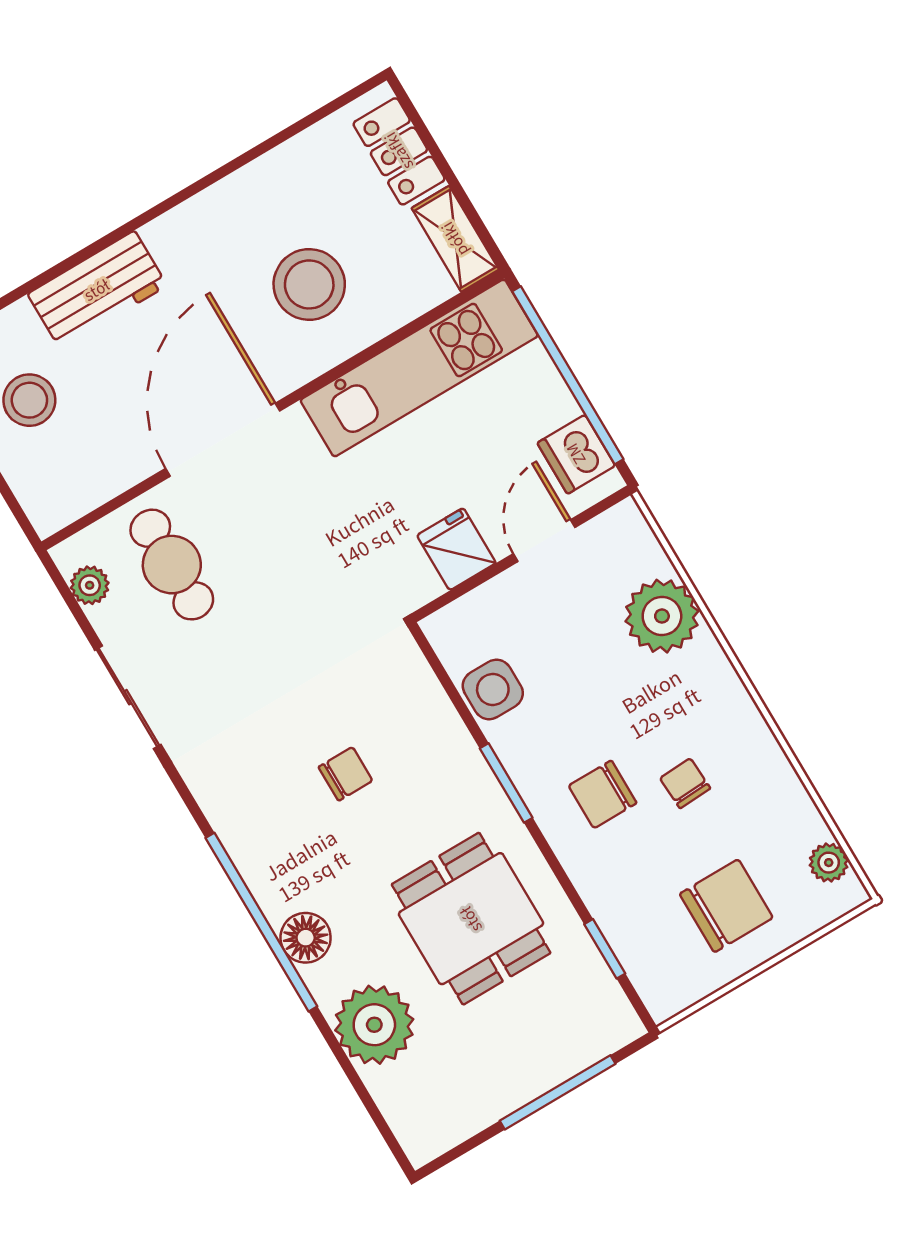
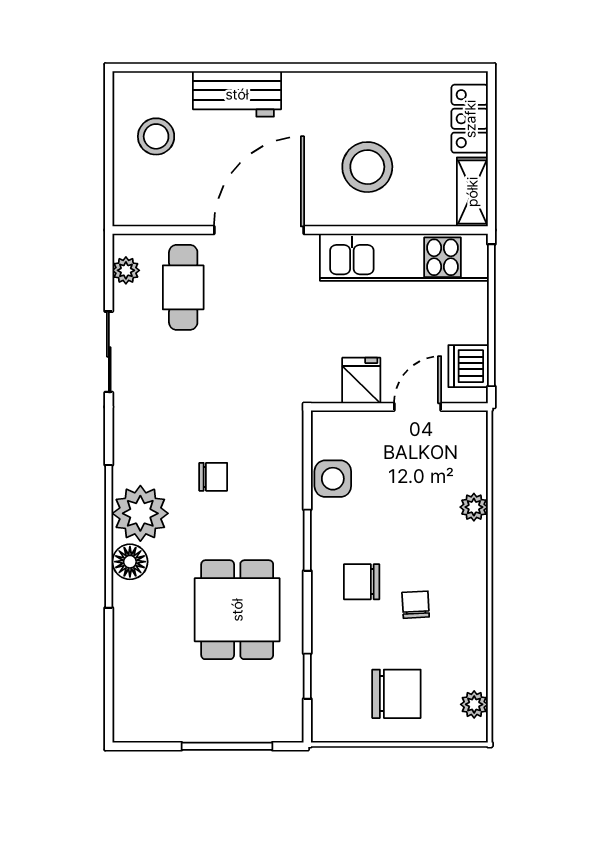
plant: (662, 616) -> (474, 507), width x0.53, depth x0.53
plant: (374, 1025) -> (140, 513), moved

